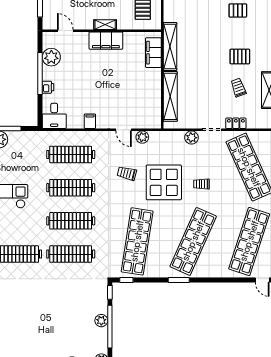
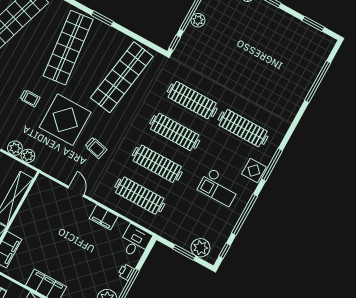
filing cabinet: (90, 121) -> (104, 217), width x2.00
plant: (142, 137) -> (28, 156), moved
shop shelf: (193, 241) -> (68, 48), turned -30
window: (126, 280) -> (152, 46), removed

